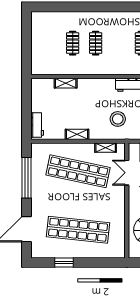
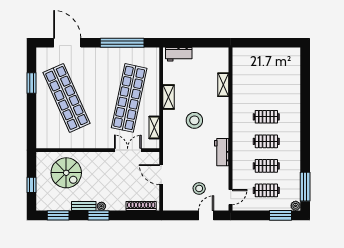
clothes rail: (73, 43) -> (266, 141), moved
stool: (118, 119) -> (194, 120), moved
shop shelf: (78, 230) -> (67, 98), turned -30

